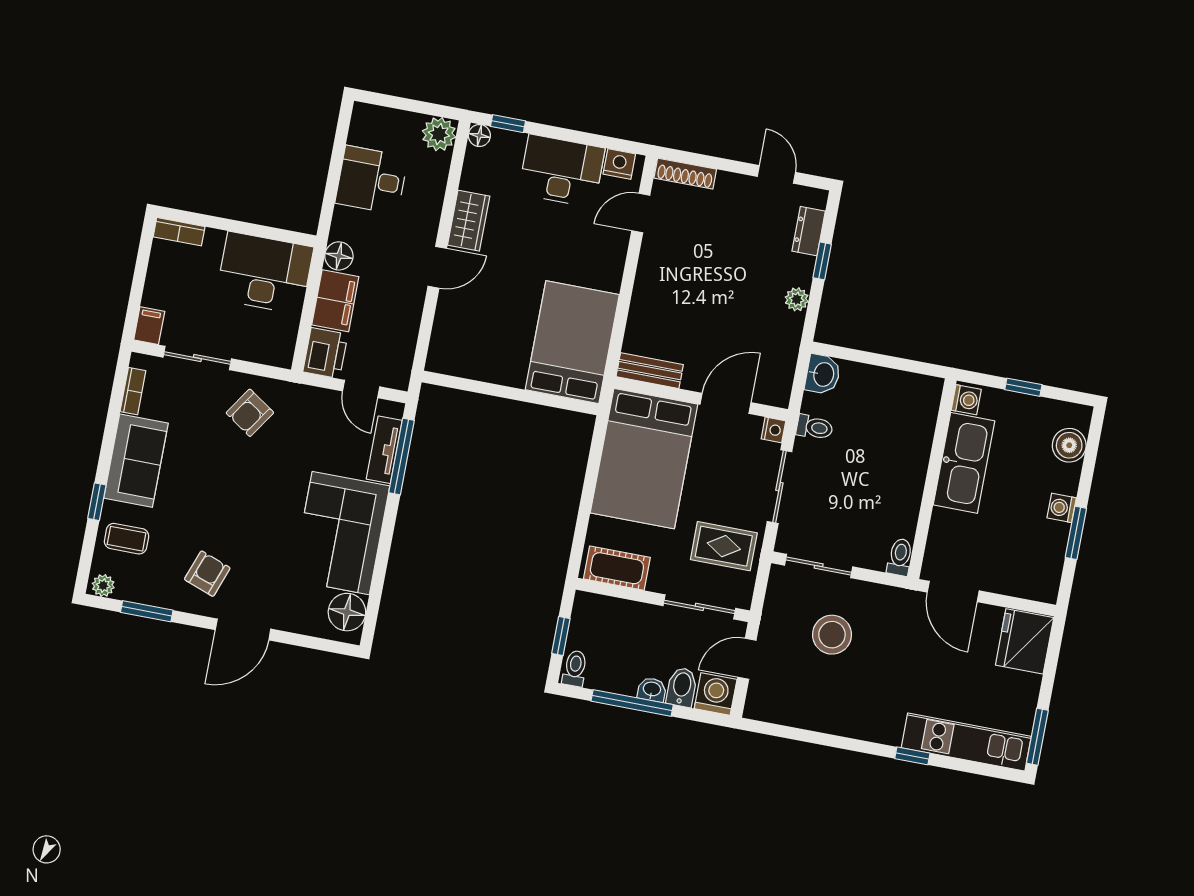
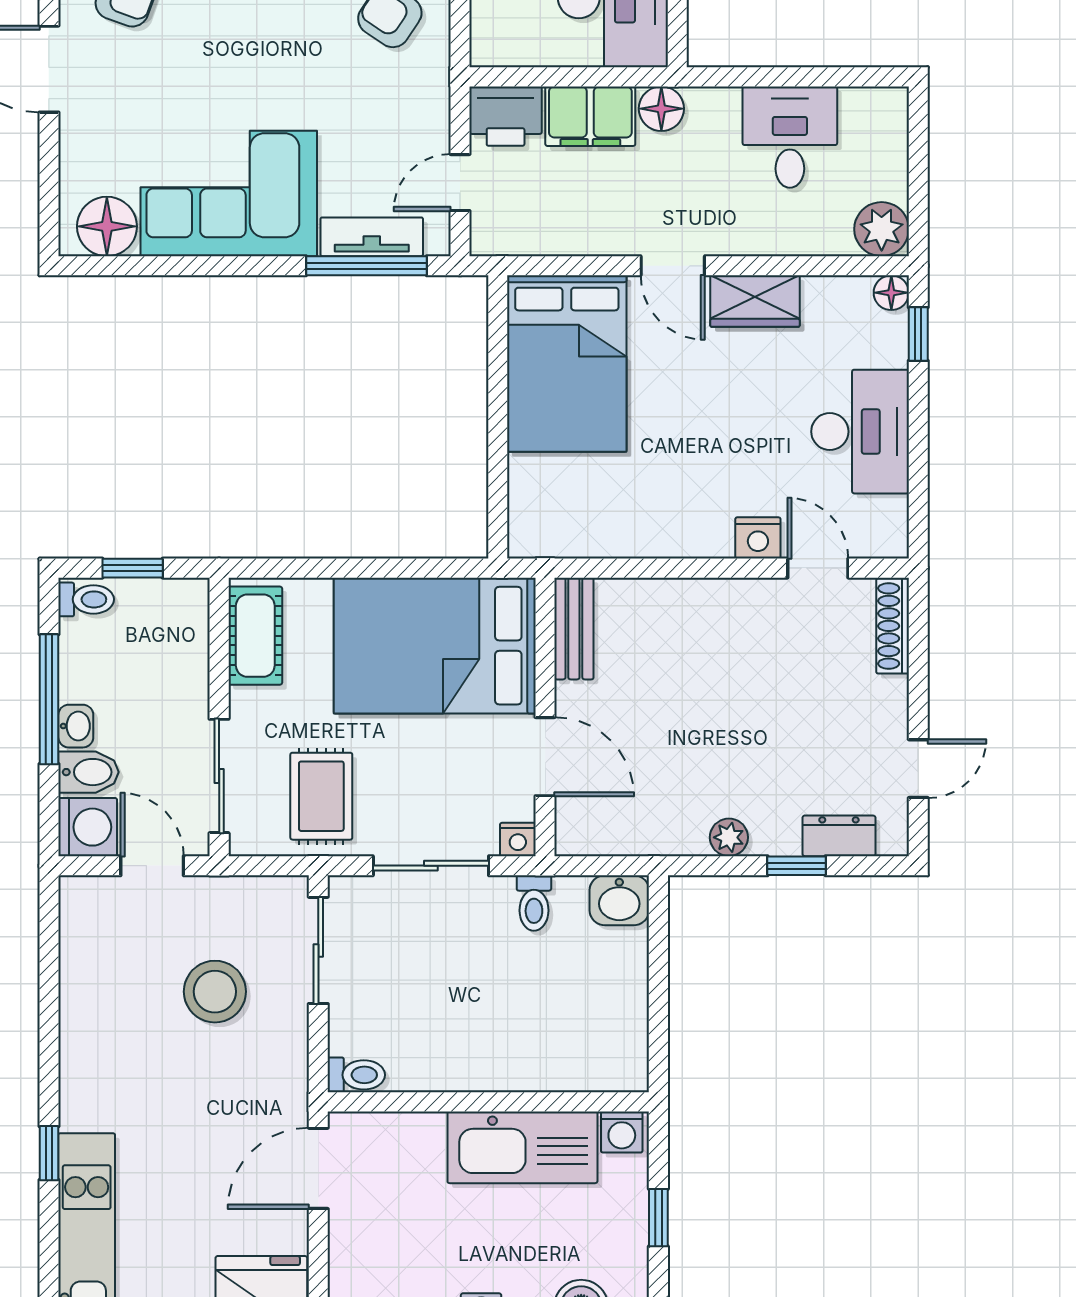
nightstand: (619, 164) -> (758, 538), moved, turned 90
bed: (572, 342) -> (567, 364), moved, turned 90

